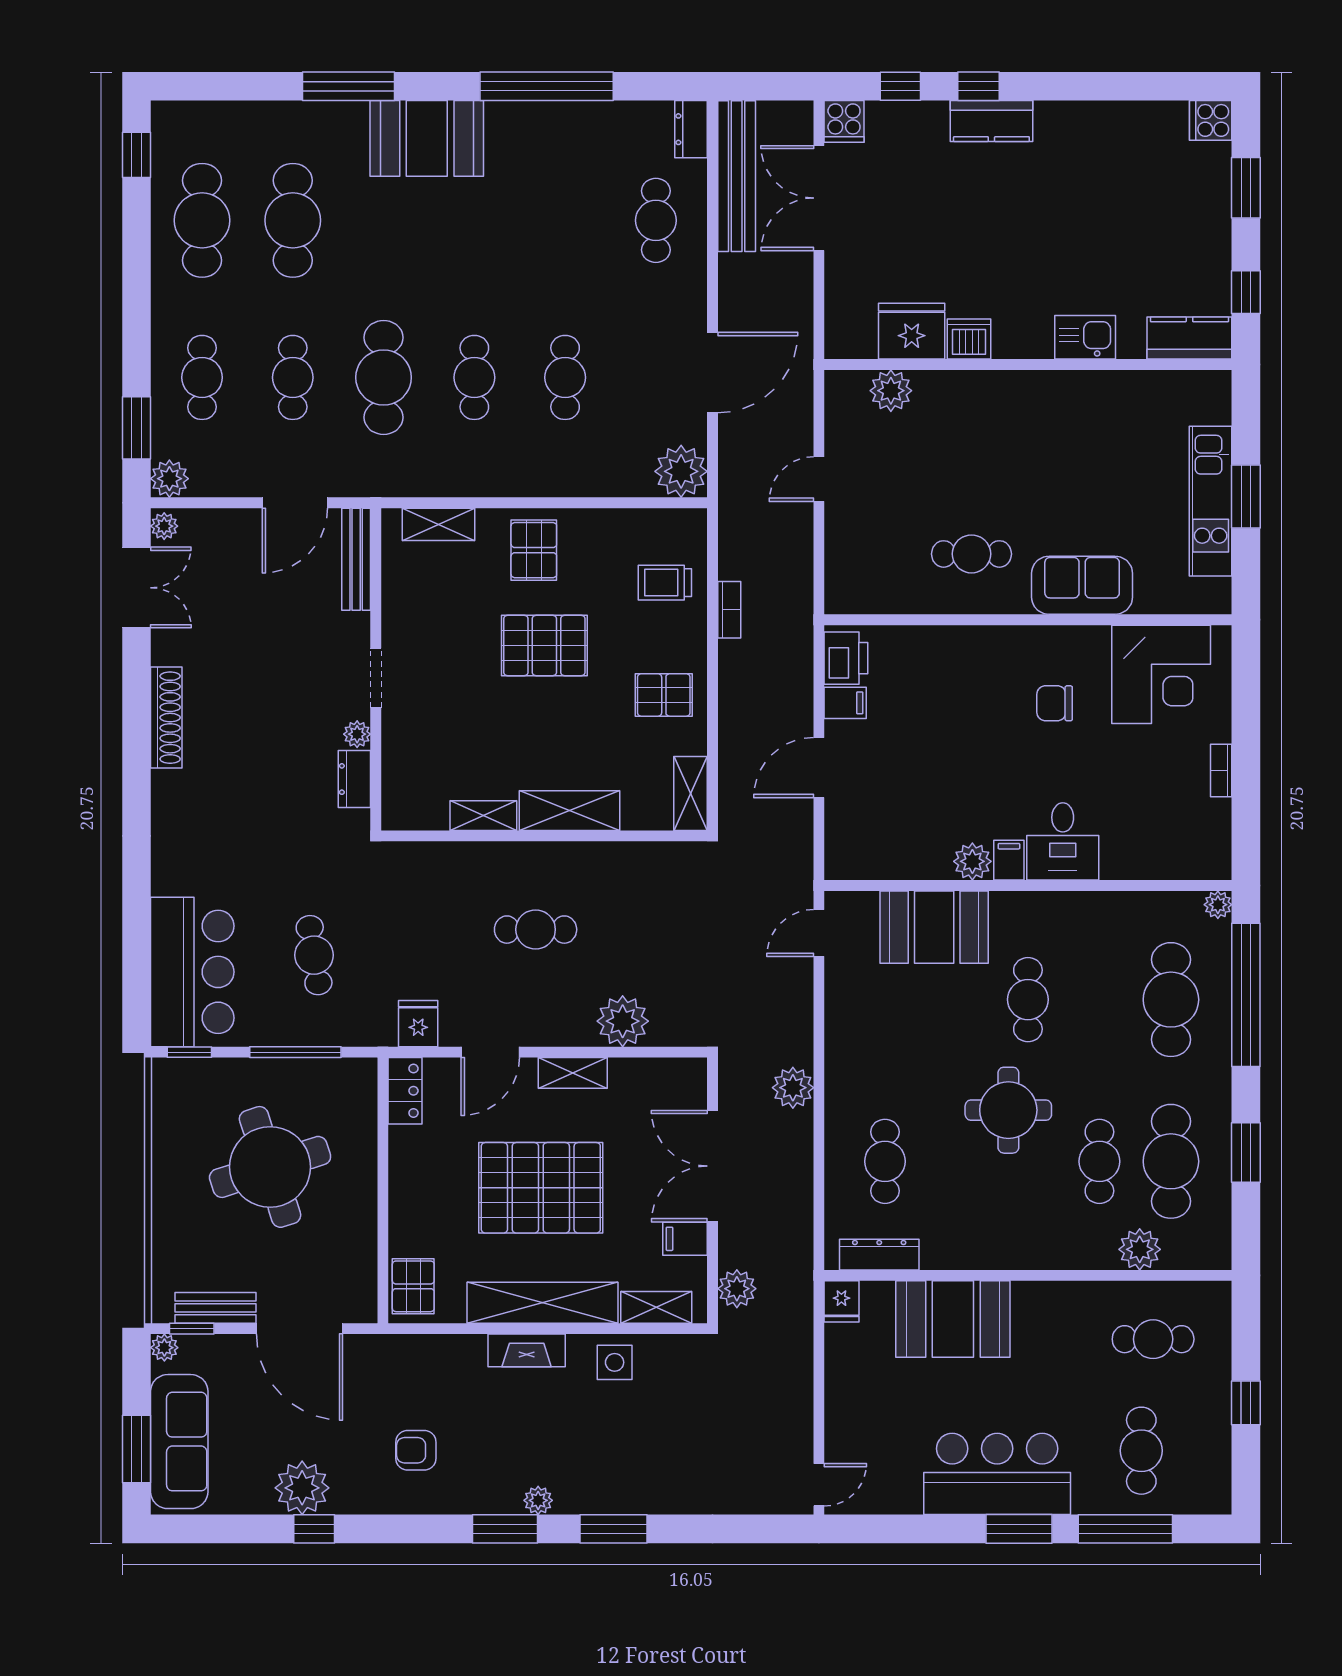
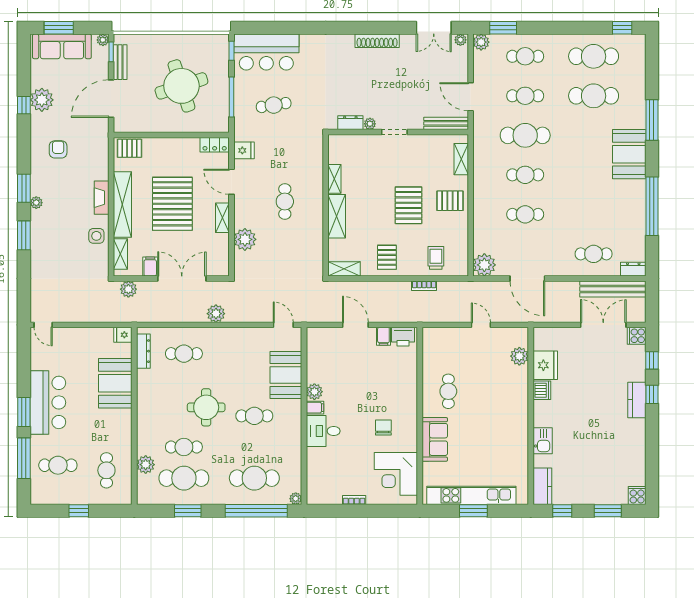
kitchen unit: (1211, 501) -> (471, 495), width x1.36

